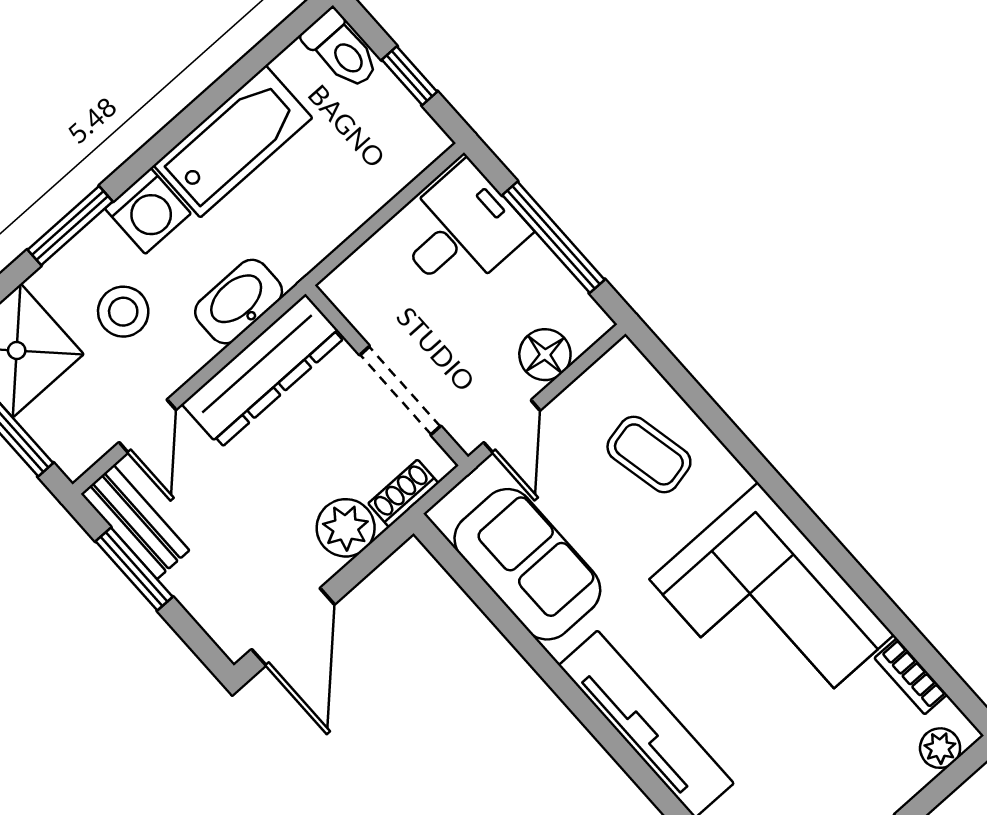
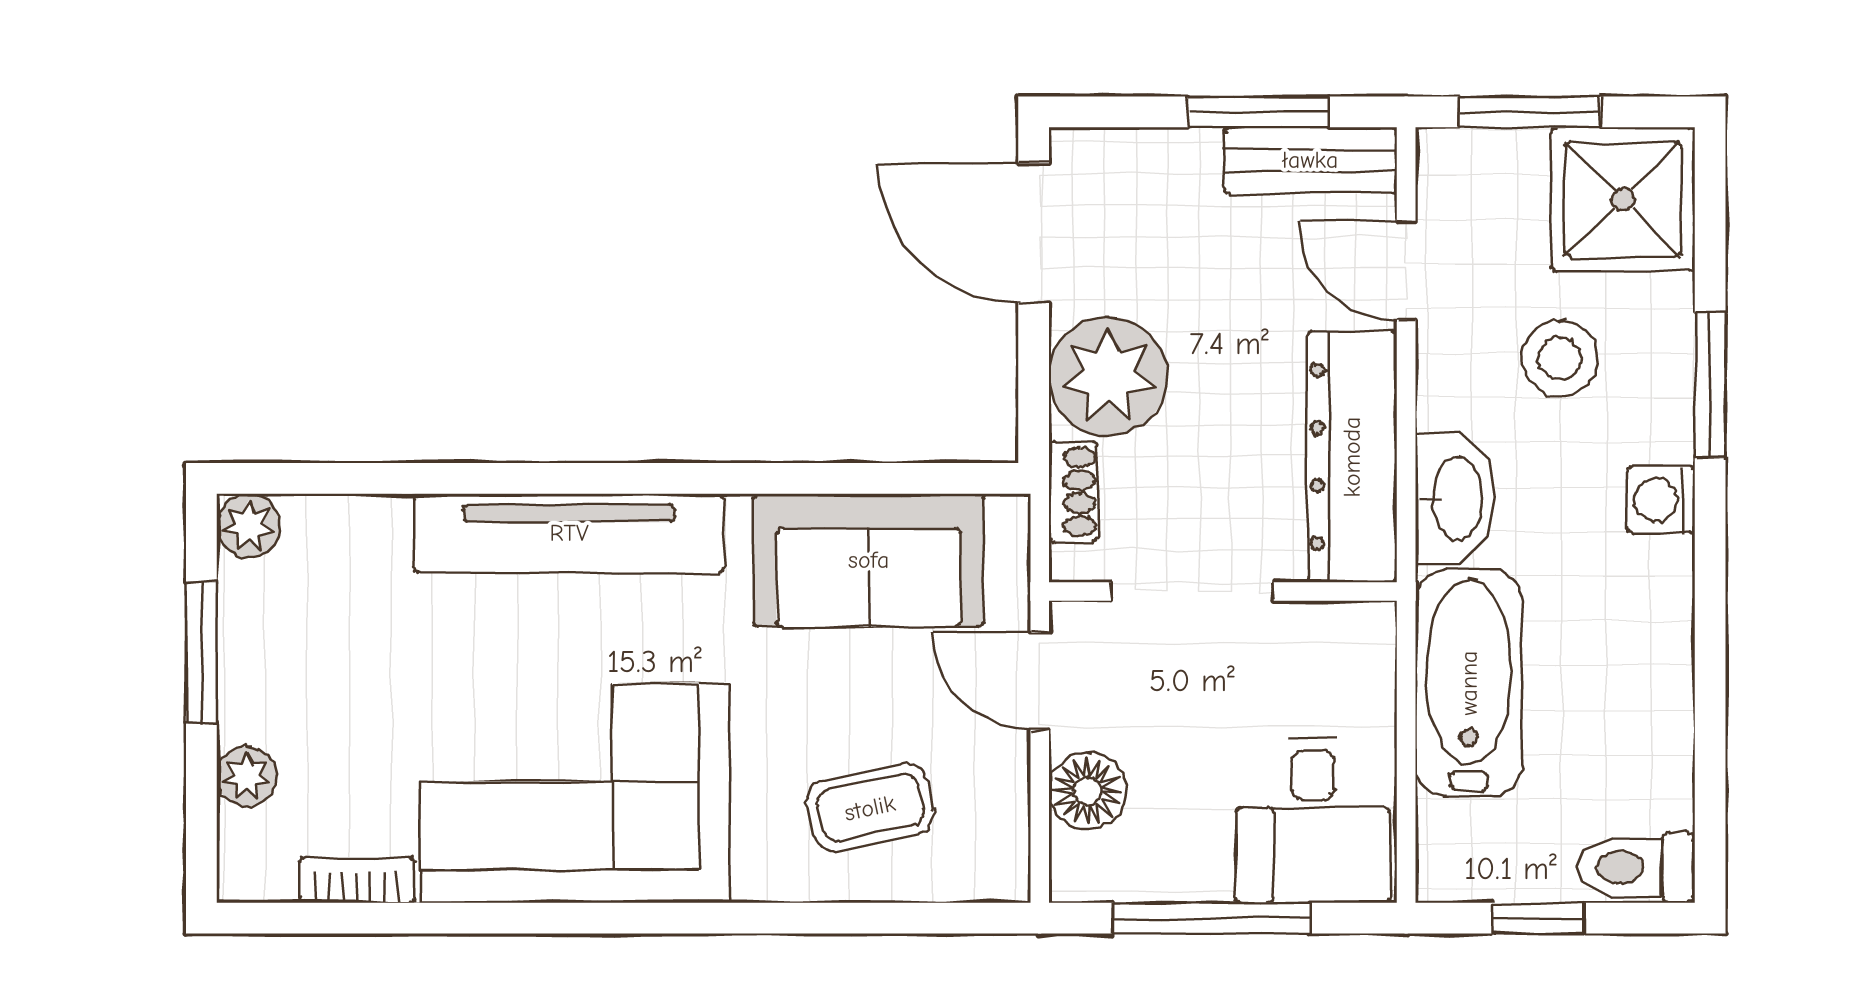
bathtub: (233, 141) -> (1469, 683), moved, turned 180
washing machine: (148, 211) -> (1661, 500), width x0.73, depth x0.73
plant: (346, 528) -> (1108, 376), width x1.36, depth x1.36
plant: (940, 748) -> (247, 777), moved

